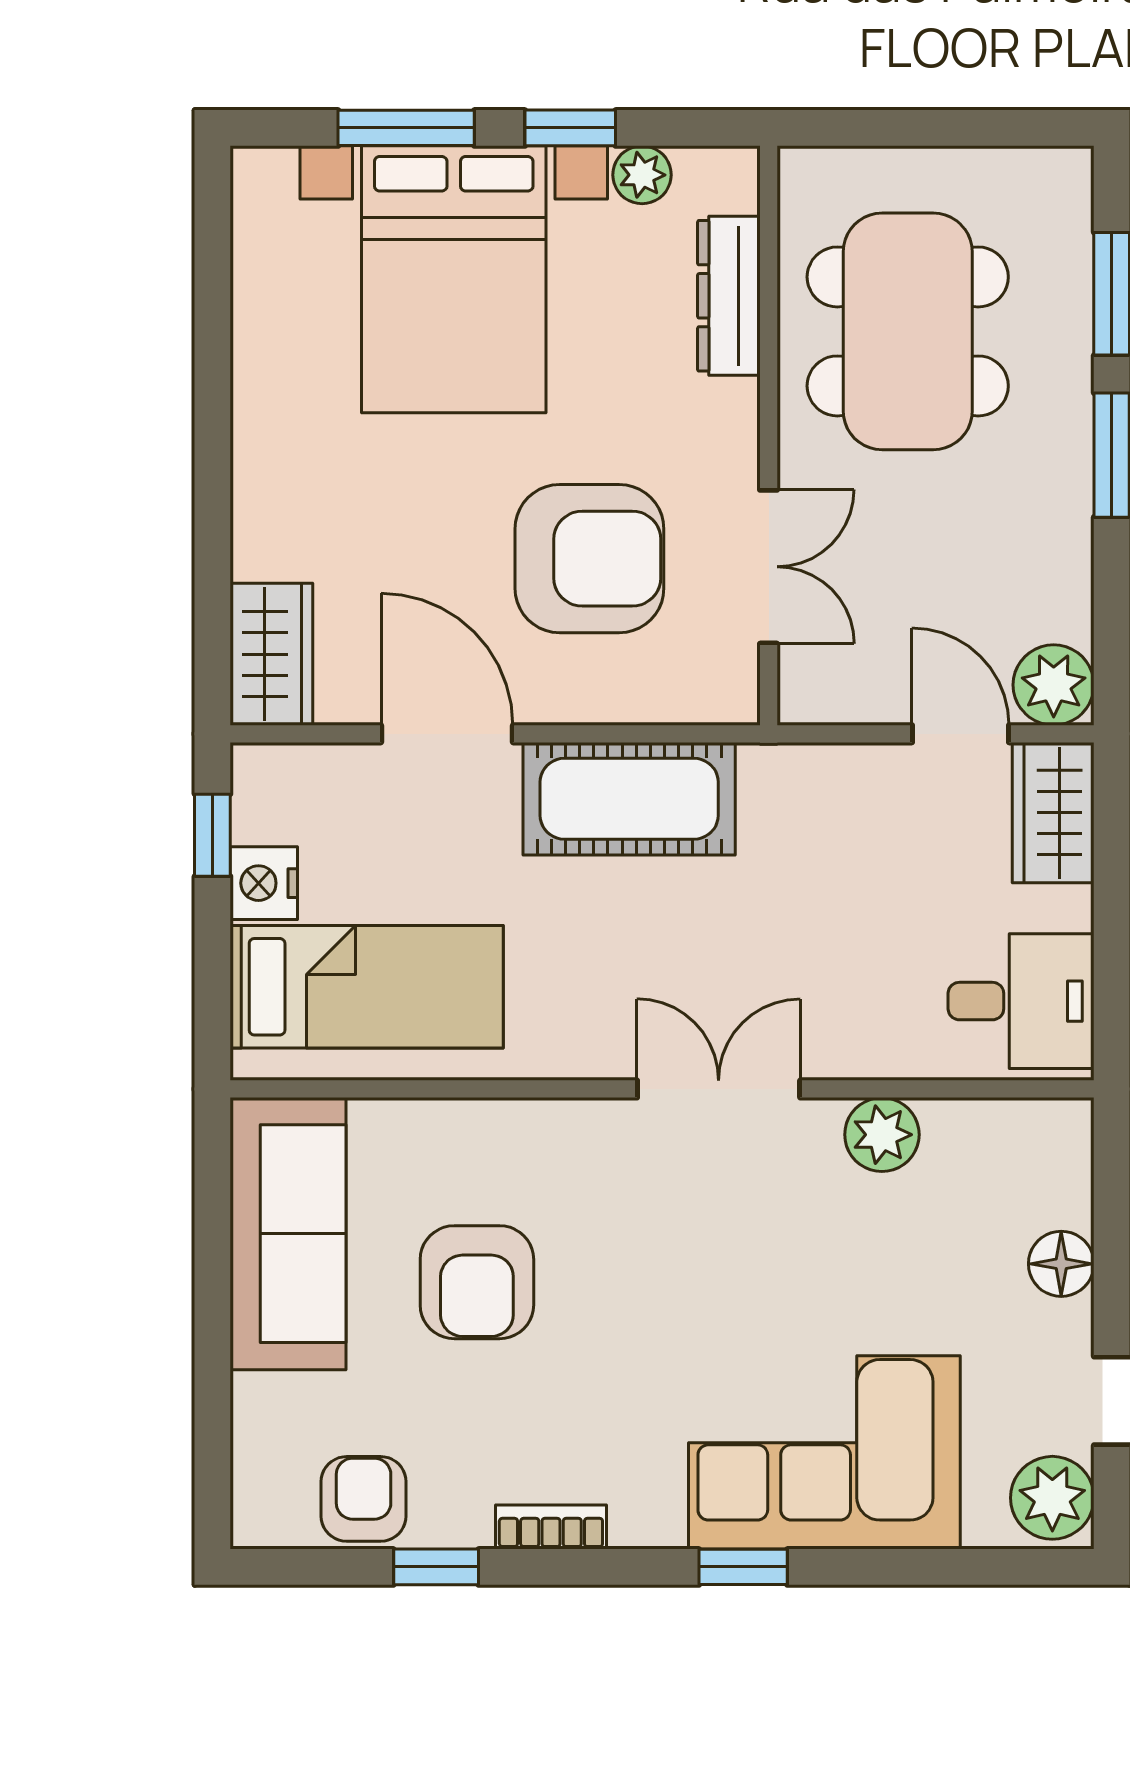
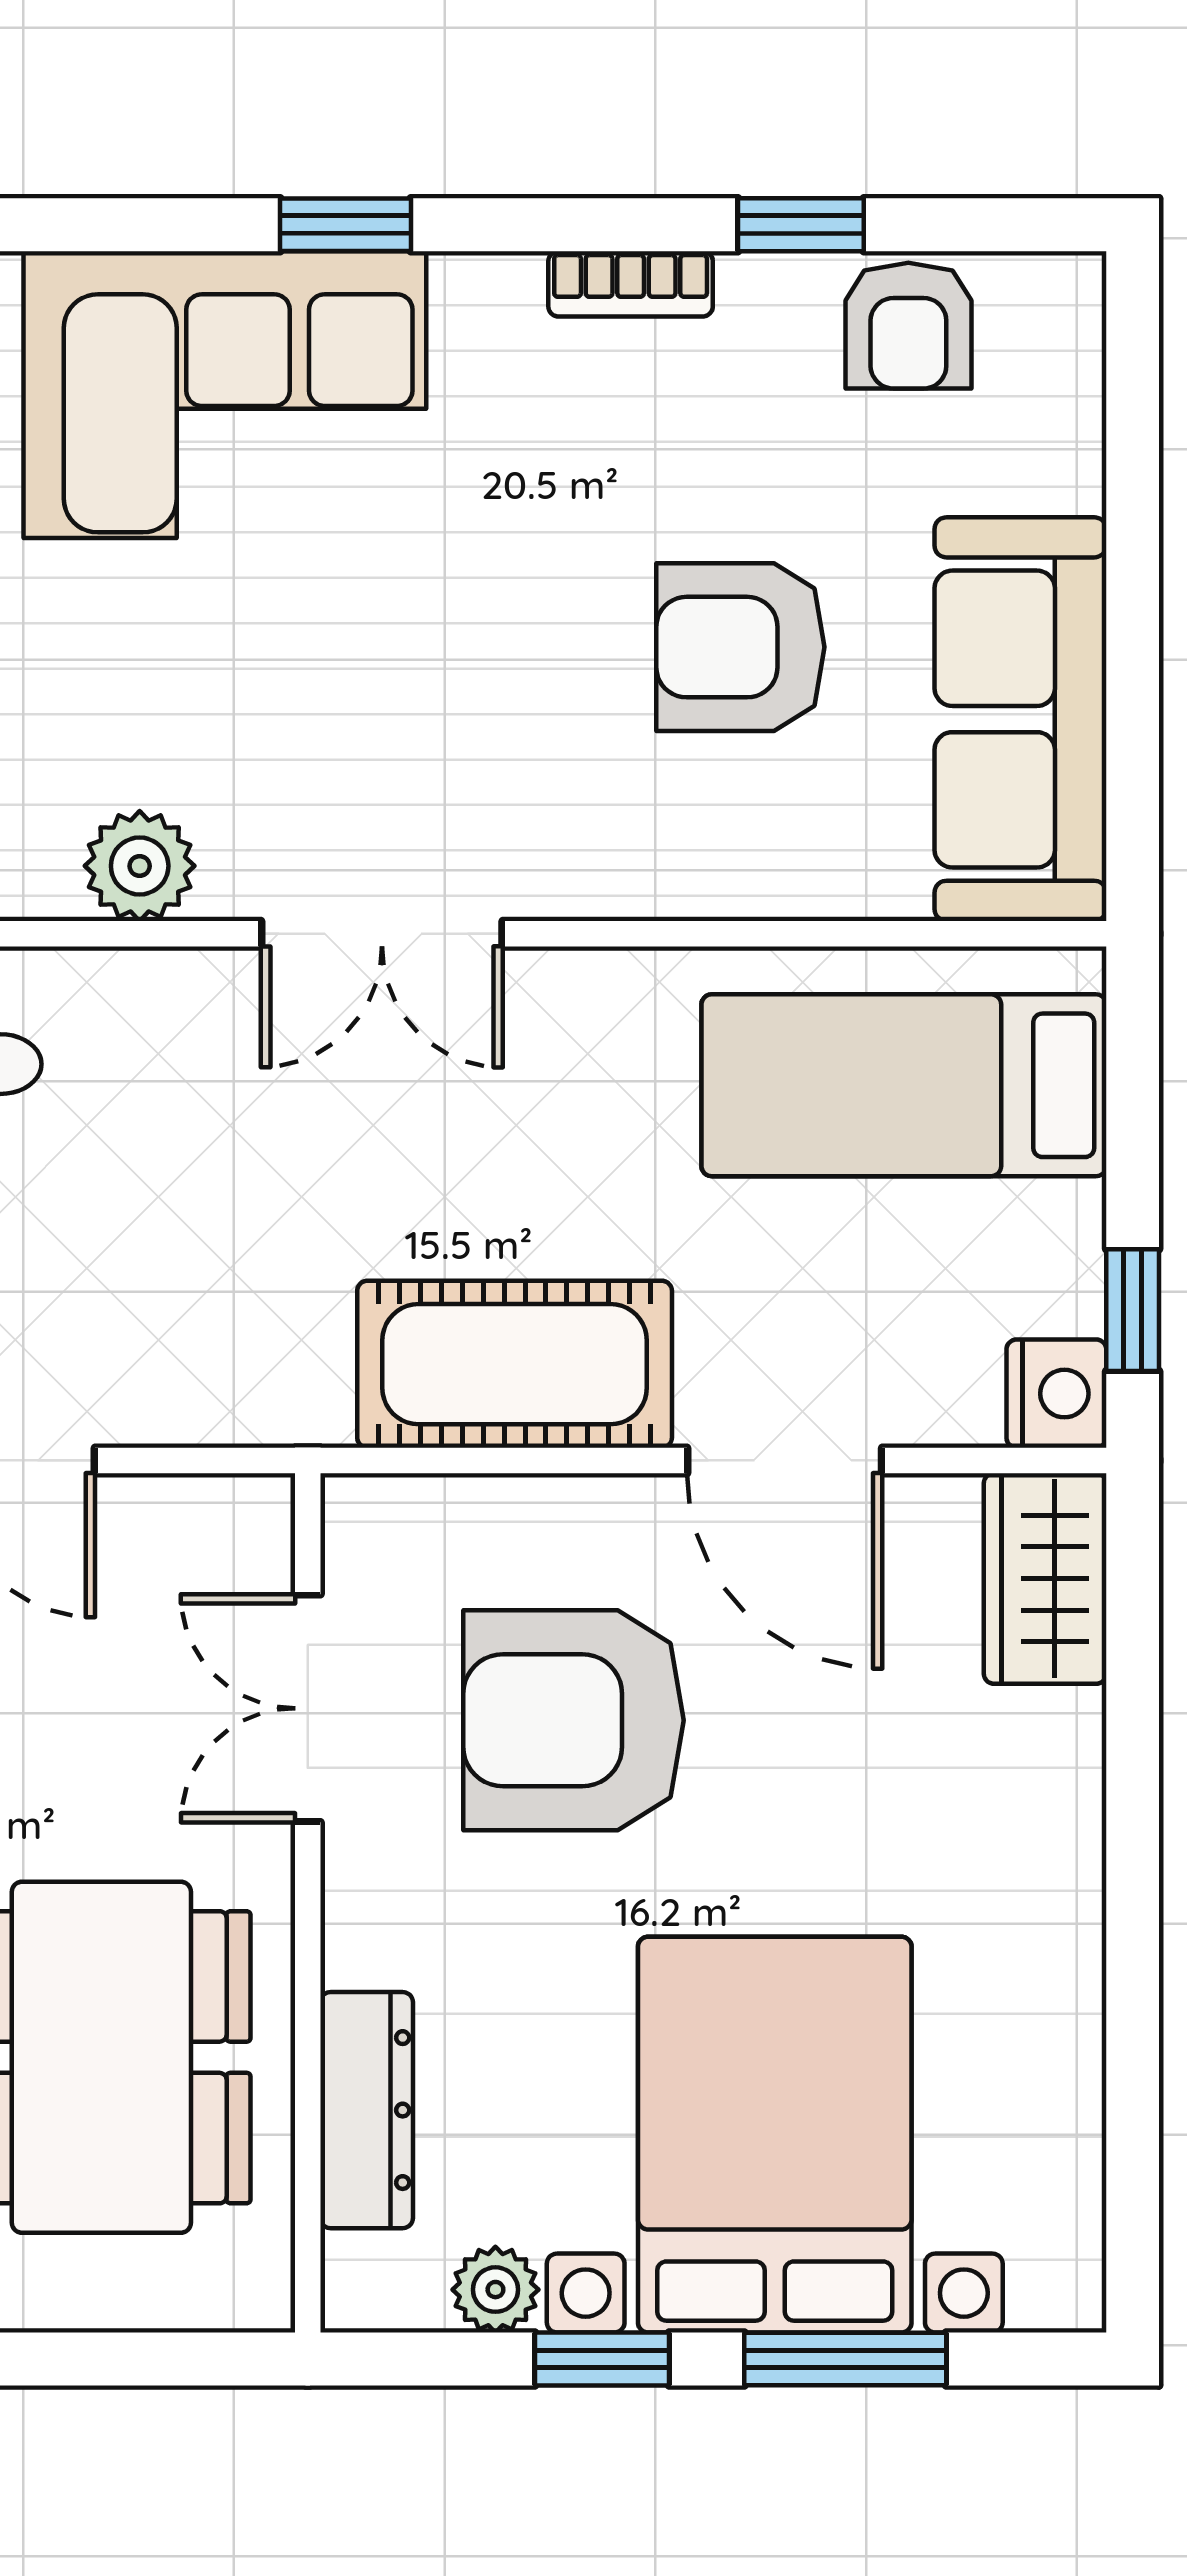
nightstand: (264, 883) -> (1056, 1394), moved
armchair: (477, 1282) -> (740, 647), turned -90

